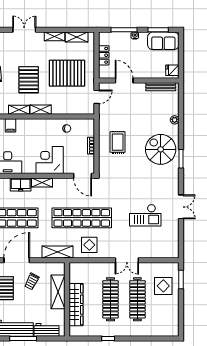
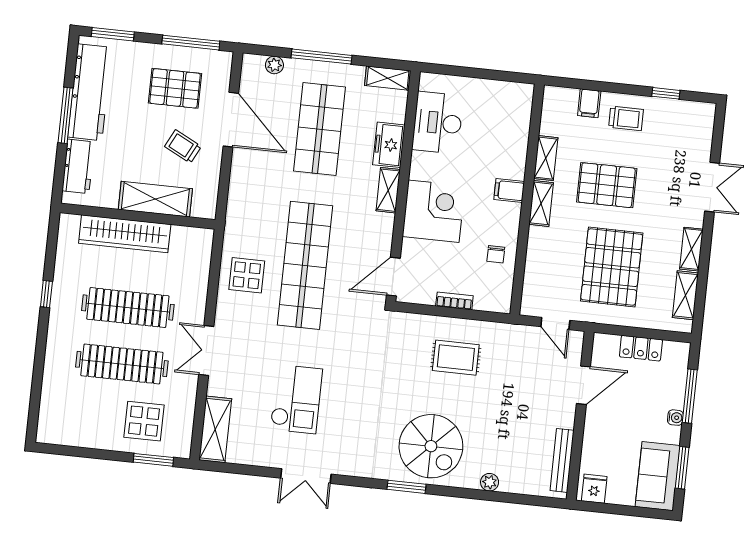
filing cabinet: (11, 125) -> (509, 191), moved
spiral stairs: (161, 149) -> (431, 446), turned 90
checkout: (145, 215) -> (296, 399), turned 180
shelving: (57, 252) -> (215, 429), moved

